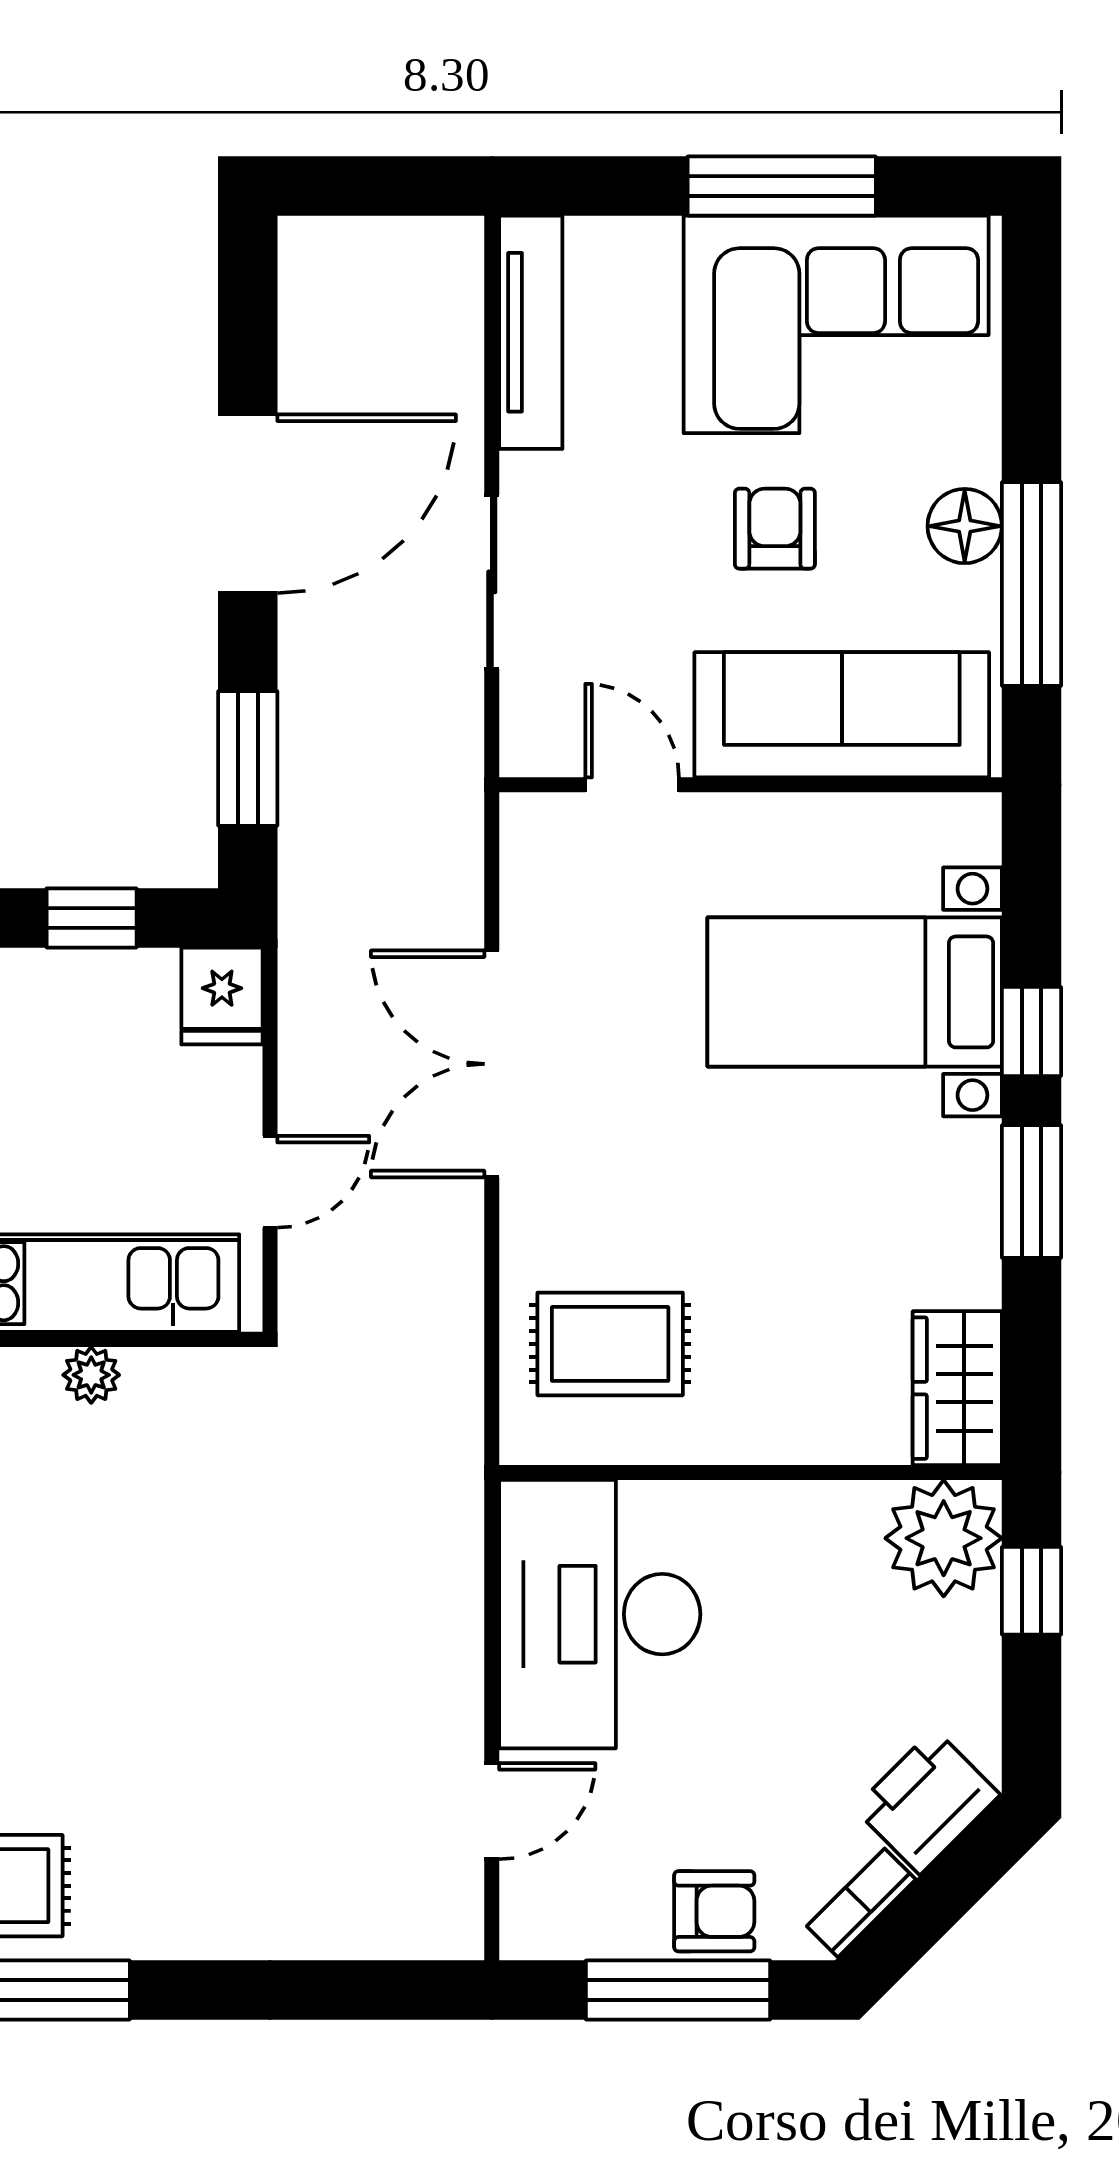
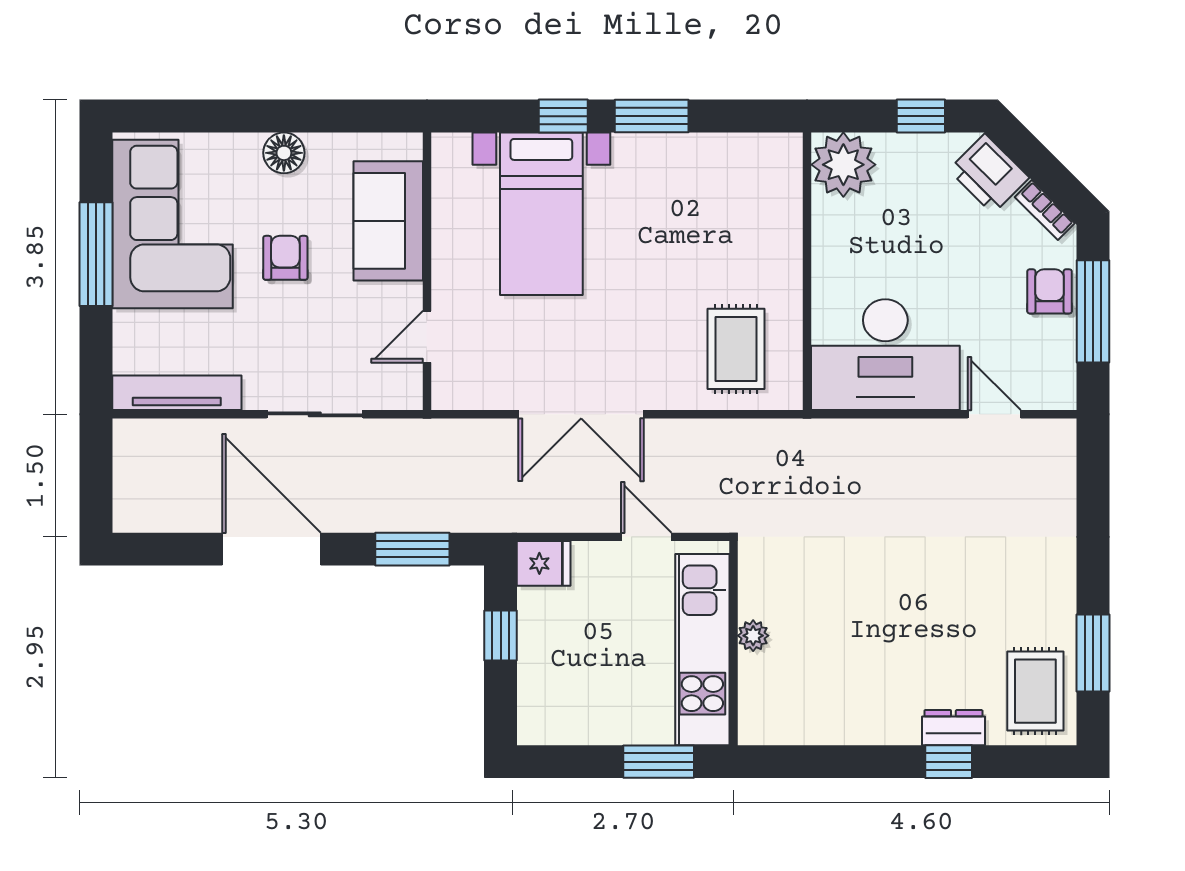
armchair: (775, 529) -> (285, 258), turned 90
window: (1031, 584) -> (316, 116), removed
sofa: (842, 715) -> (388, 221), width x0.73
wardrobe: (957, 1388) -> (760, 157), removed
window: (1031, 1591) -> (921, 116), moved

